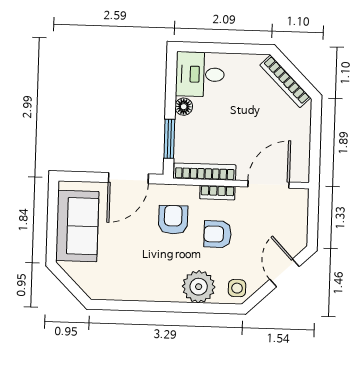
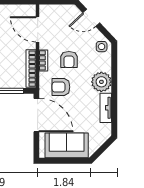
door: (128, 178) -> (36, 115), width x1.36
plant: (199, 287) -> (101, 82), moved
tv unit: (137, 292) -> (106, 108), added

